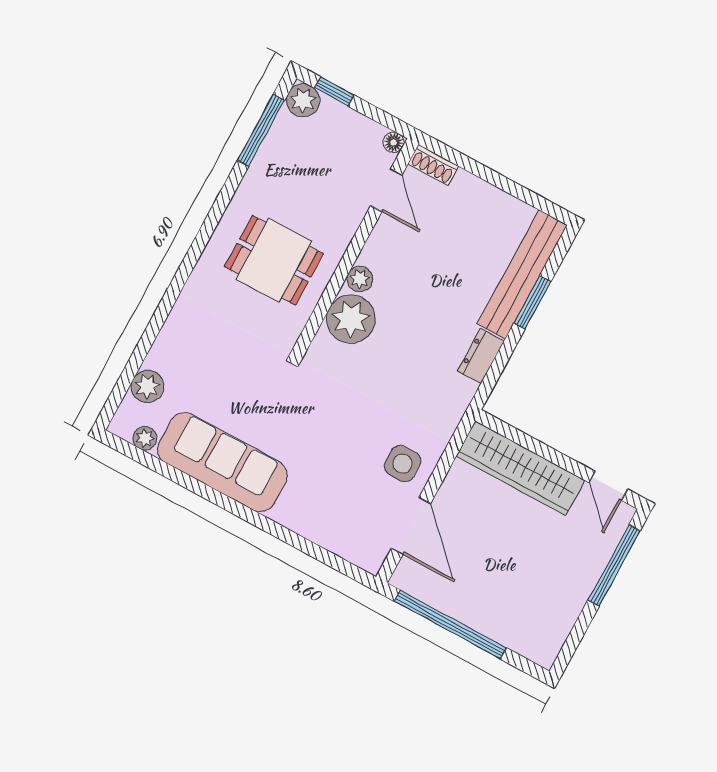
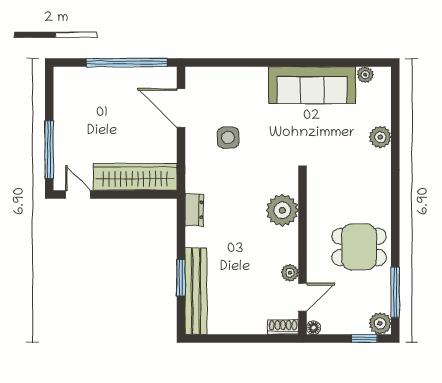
door: (386, 190) -> (303, 297), swing flipped
dining table: (274, 260) -> (359, 247), moved
plant: (360, 279) -> (290, 273), moved
dresser: (481, 356) -> (194, 210), moved
plant: (147, 386) -> (380, 137), moved
side table: (403, 464) -> (228, 138), moved

